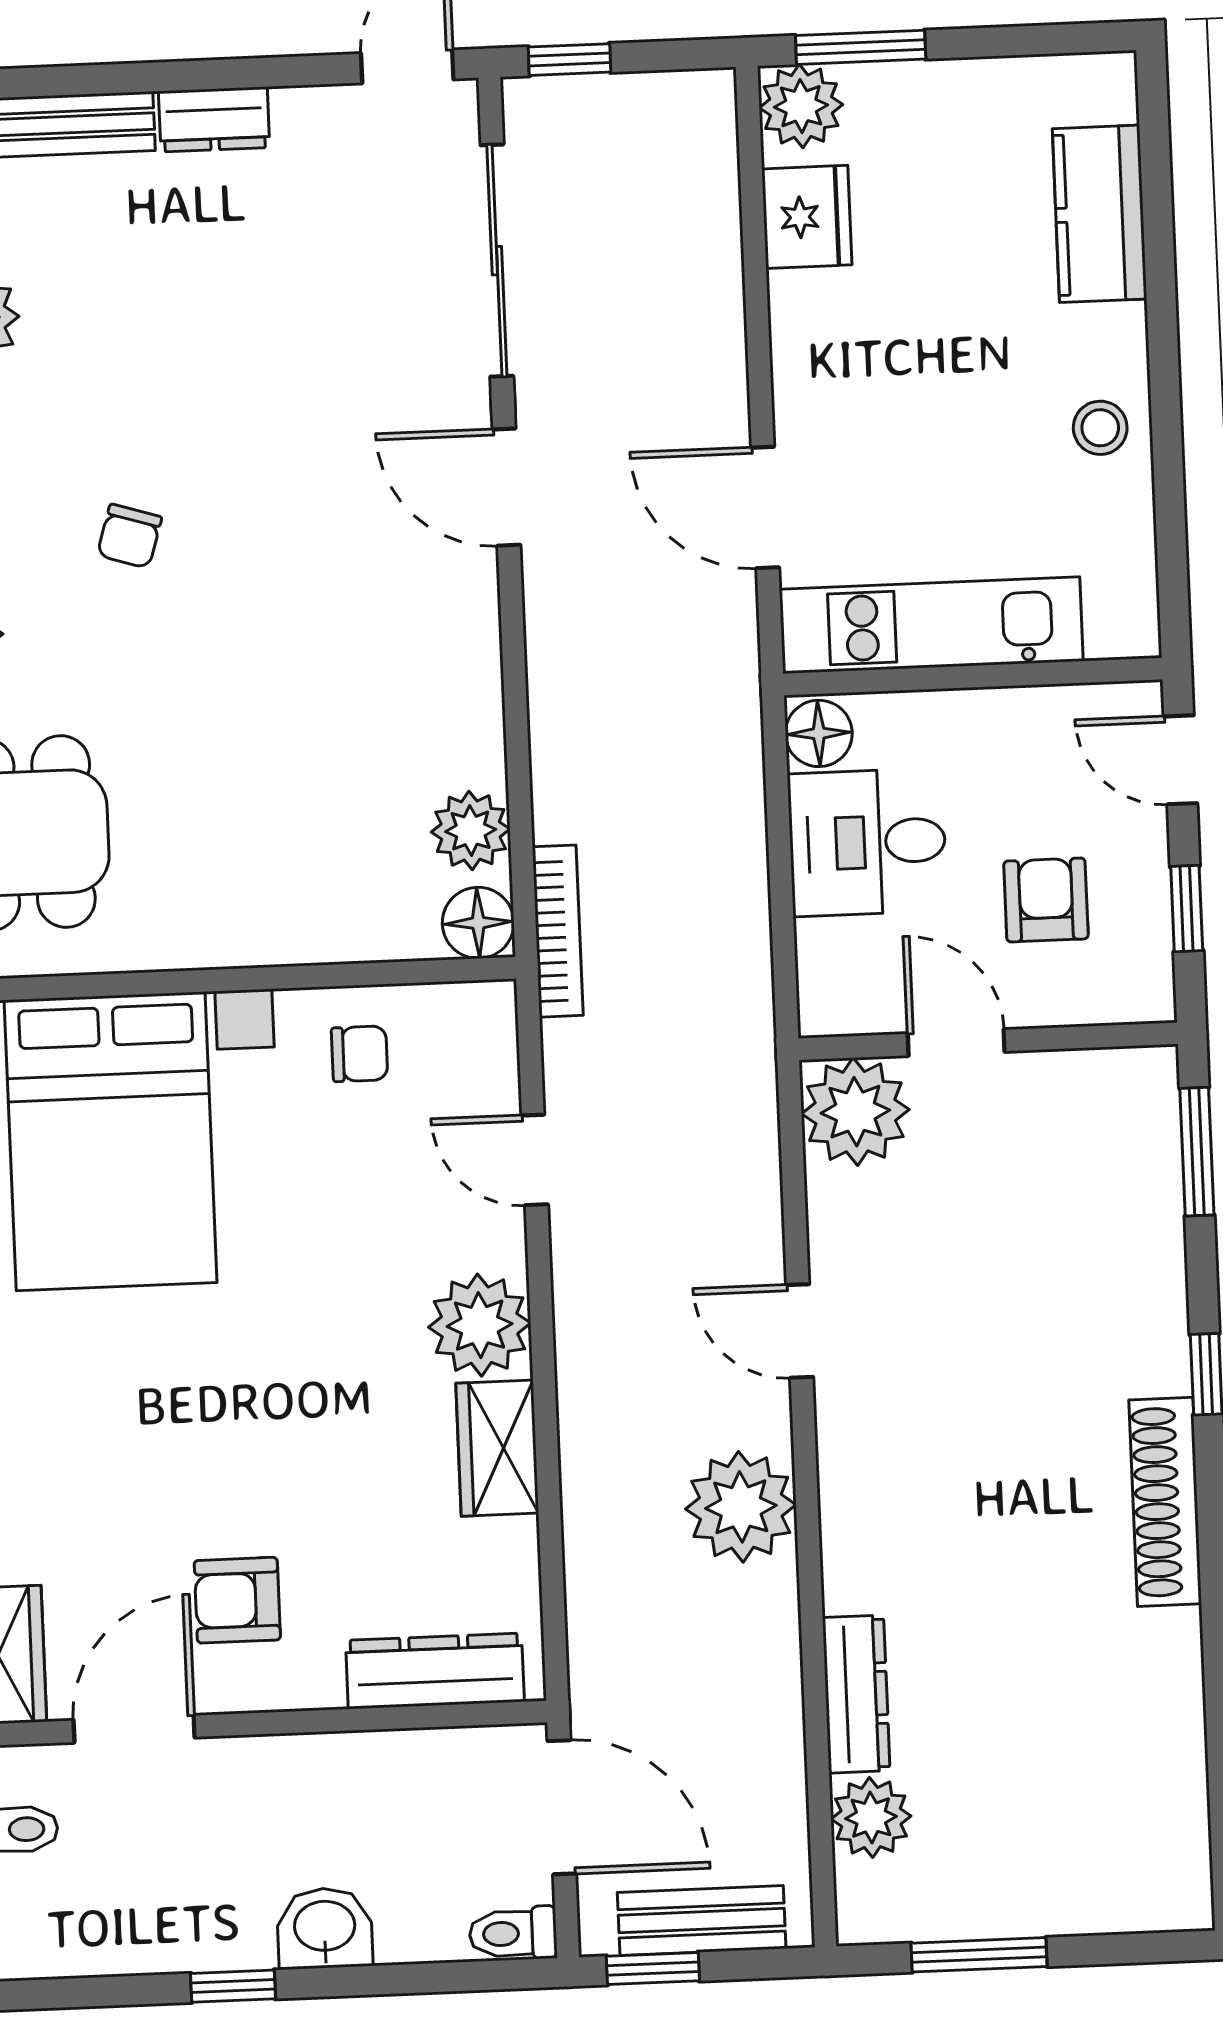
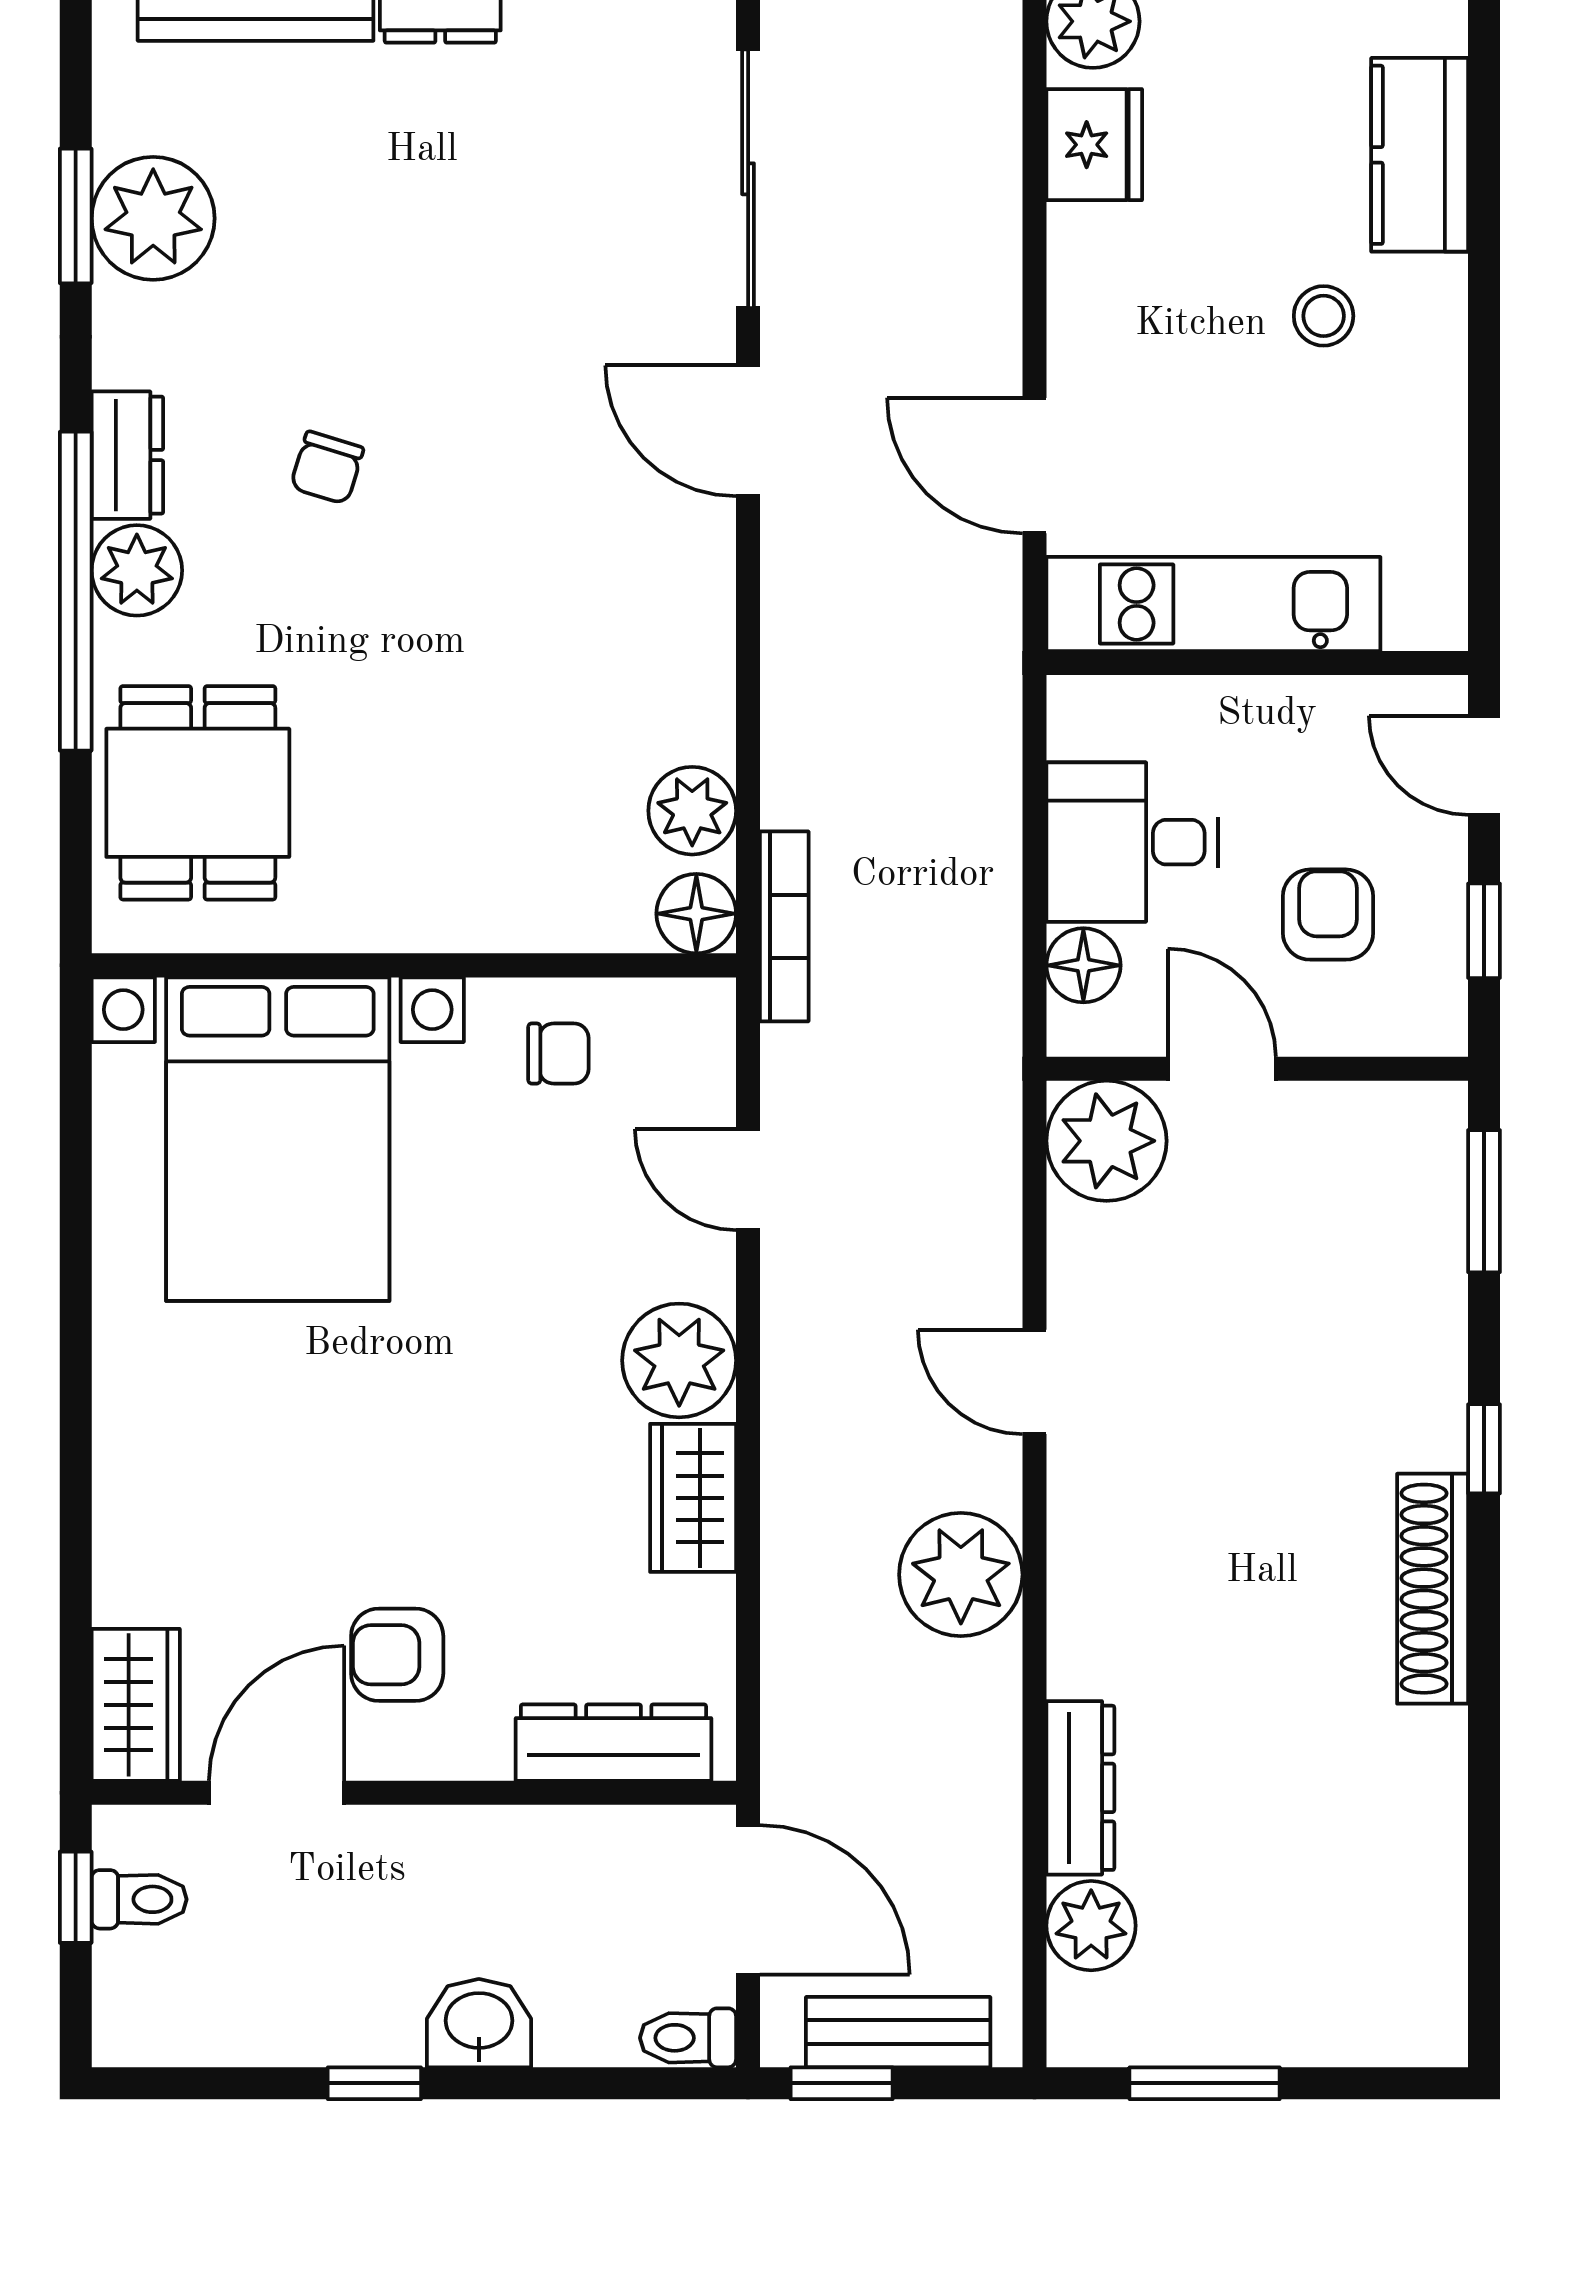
stool: (1100, 428) -> (1324, 316), moved
floor lamp: (819, 733) -> (1083, 965), moved

